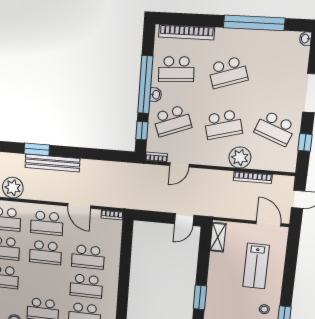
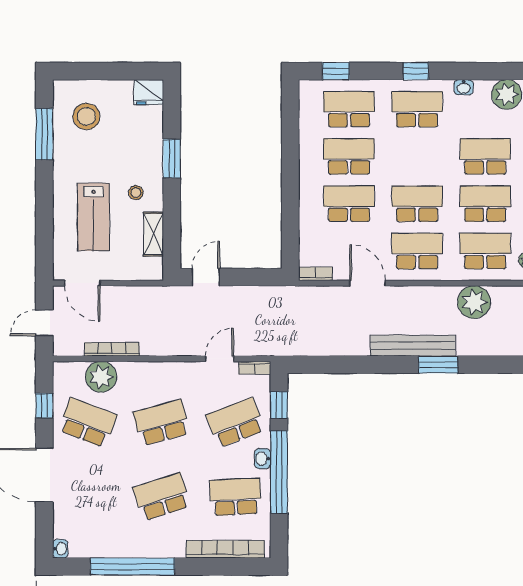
plant: (240, 157) -> (101, 377), moved
shelving: (218, 237) -> (153, 234), moved
lab bench: (256, 266) -> (94, 217), turned 180
stool: (264, 309) -> (136, 193), moved

